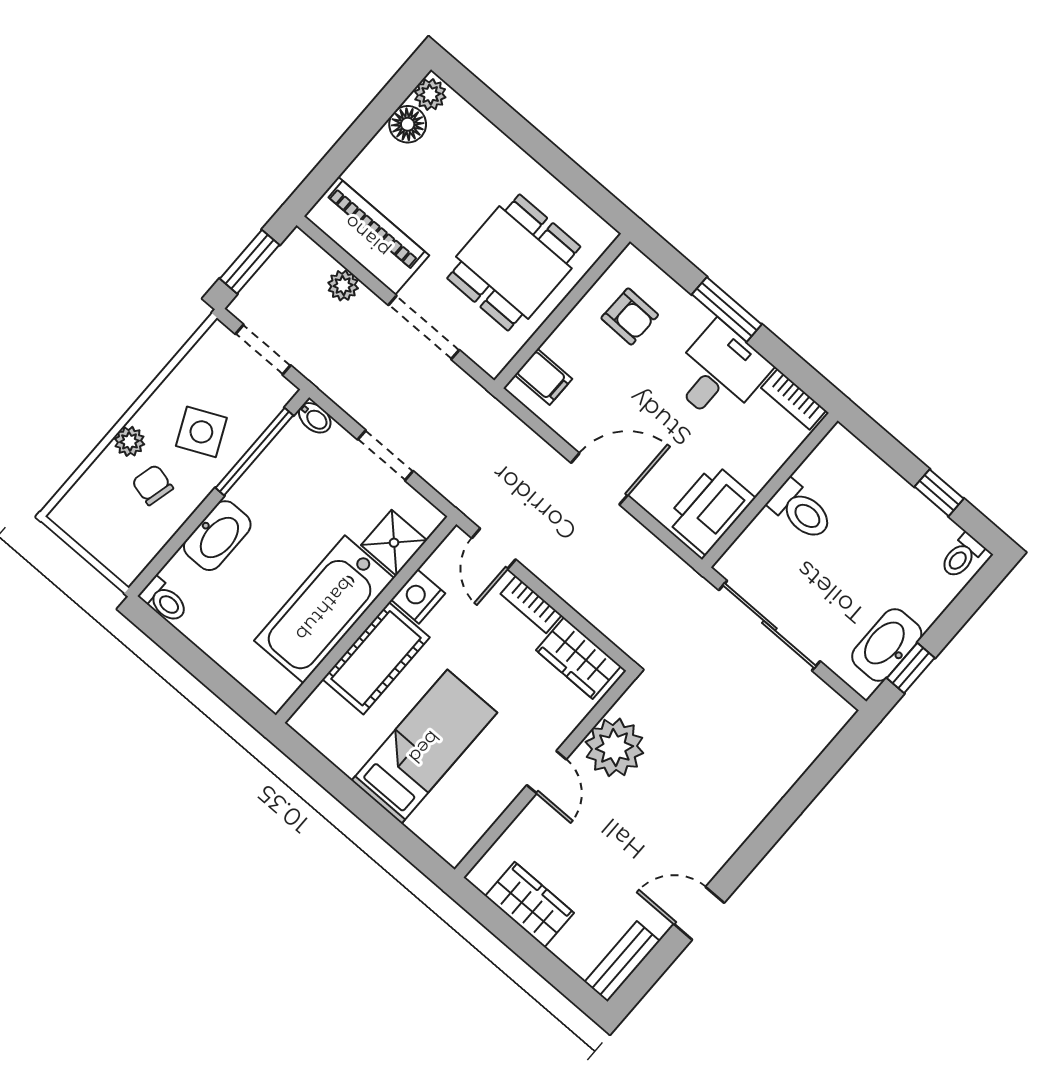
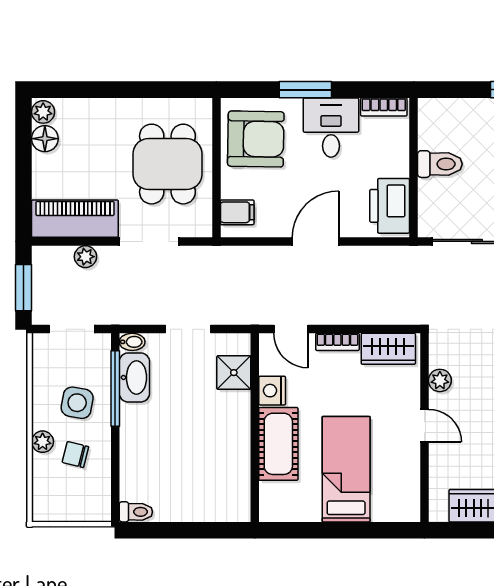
armchair: (630, 316) -> (256, 139), width x1.88, depth x1.88
side table: (201, 432) -> (77, 403), turned 35
washbasin: (217, 536) -> (134, 377), moved
bathtub: (324, 609) -> (227, 442), removed
plant: (614, 747) -> (440, 380), width x0.53, depth x0.53

